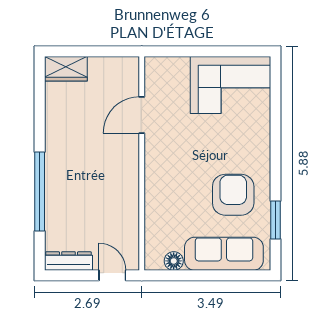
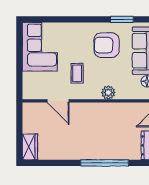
coffee table: (187, 146) -> (77, 73), added
plant: (155, 198) -> (108, 92), added

